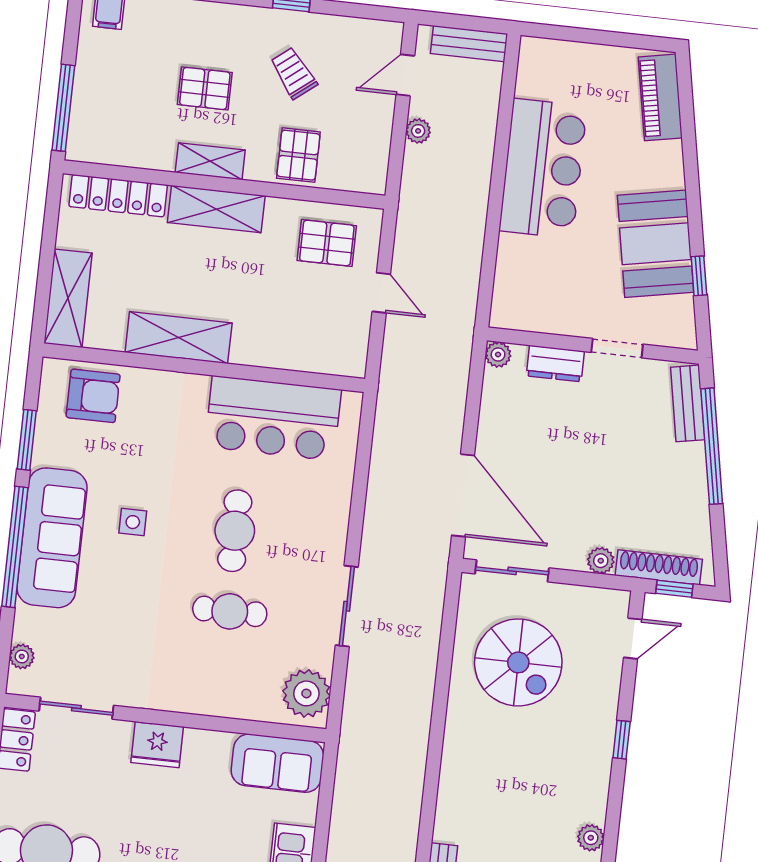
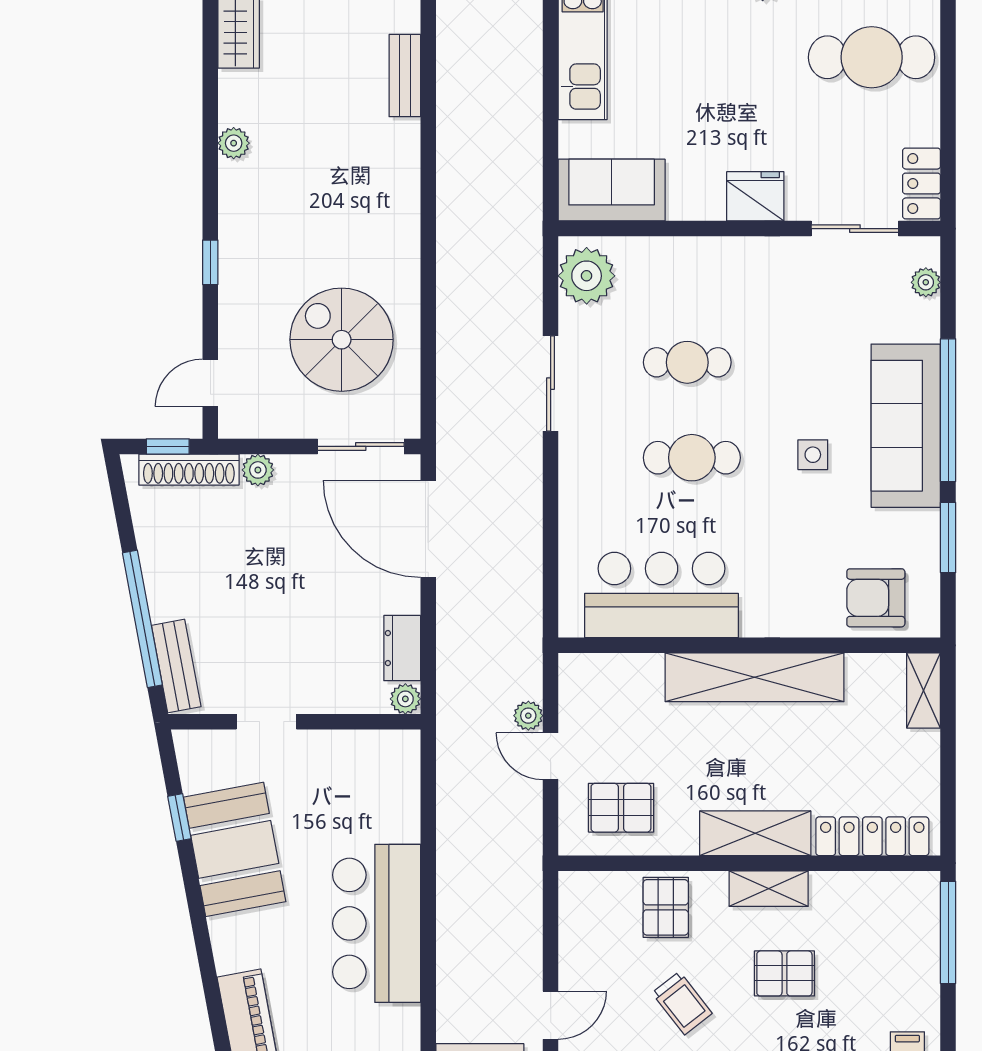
plant: (418, 131) -> (528, 716), moved
shelving: (68, 298) -> (924, 690), width x0.67, depth x0.75
shelving: (179, 338) -> (755, 677), width x1.47
dresser: (555, 364) -> (402, 648), moved, turned -90
cafe table: (235, 531) -> (692, 458), turned 90

